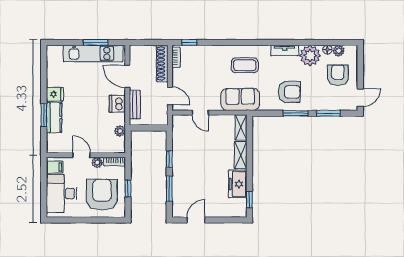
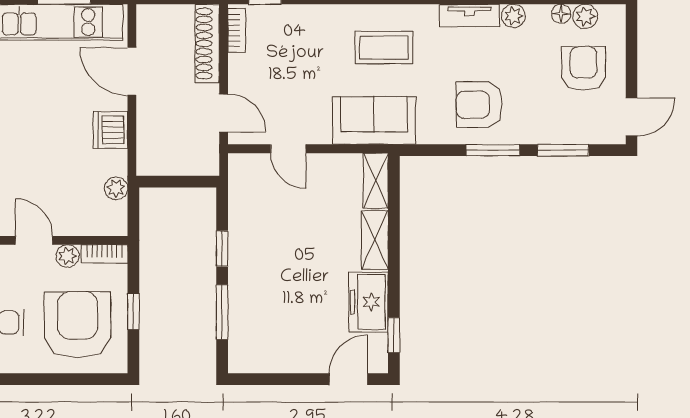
plant: (310, 55) -> (513, 16), width x0.53, depth x0.53
armchair: (289, 92) -> (479, 105), turned 180
bench: (135, 105) -> (148, 132), removed
door: (196, 220) -> (348, 379), moved

